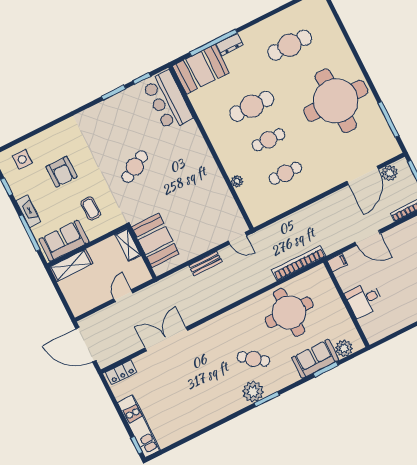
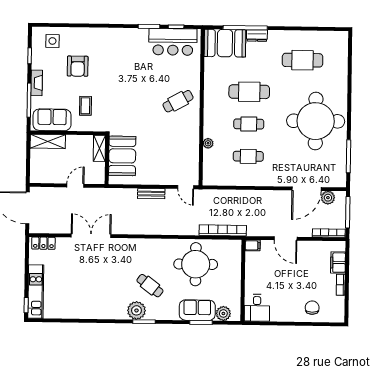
bar counter: (168, 101) -> (173, 42), moved, turned -90
cafe table: (135, 167) -> (178, 101), moved
desk: (364, 300) -> (257, 308), moved, turned -90

